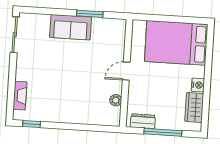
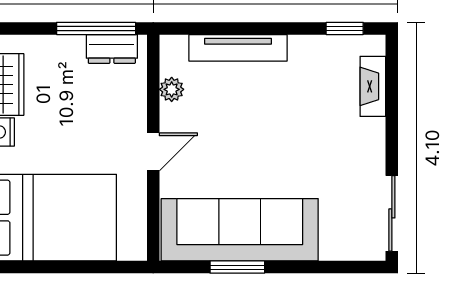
sofa: (71, 27) -> (240, 230), width x1.85, depth x1.27
tv unit: (83, 118) -> (238, 48), added
window: (163, 132) -> (96, 28), moved

